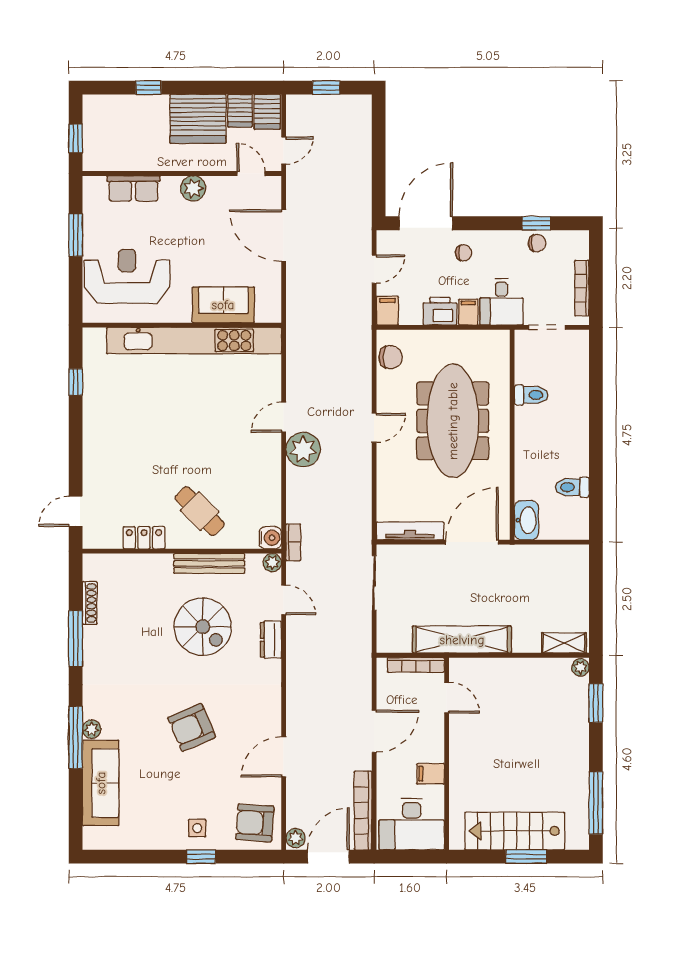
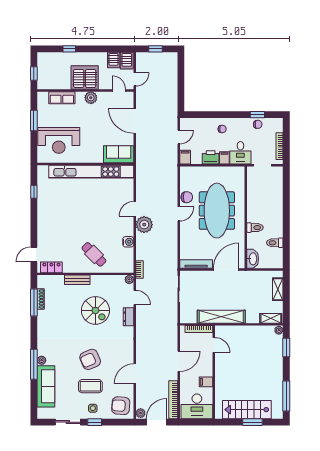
server rack: (198, 119) -> (85, 78), moved, turned 180
door: (426, 223) -> (204, 115), removed
reception desk: (127, 276) -> (59, 140), turned 180
sofa: (223, 305) -> (119, 154), moved
chair: (391, 357) -> (187, 197), moved
toilet: (531, 395) -> (255, 228), moved
locker: (144, 538) -> (51, 267), moved
water cooler: (270, 538) -> (128, 242), moved
bench: (209, 563) -> (77, 280), moved, width x0.73
shelving: (578, 583) -> (278, 289), added
window: (76, 639) -> (34, 302), moved
coffee table: (192, 783) -> (90, 386), added
sliding door: (146, 857) -> (68, 422), added

